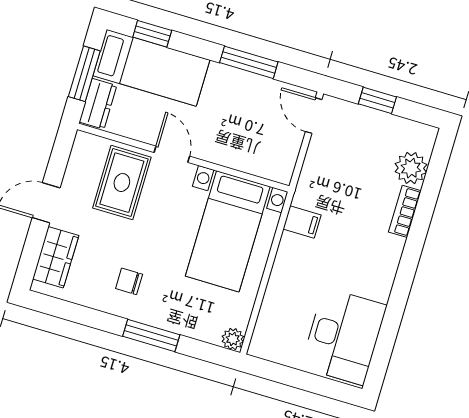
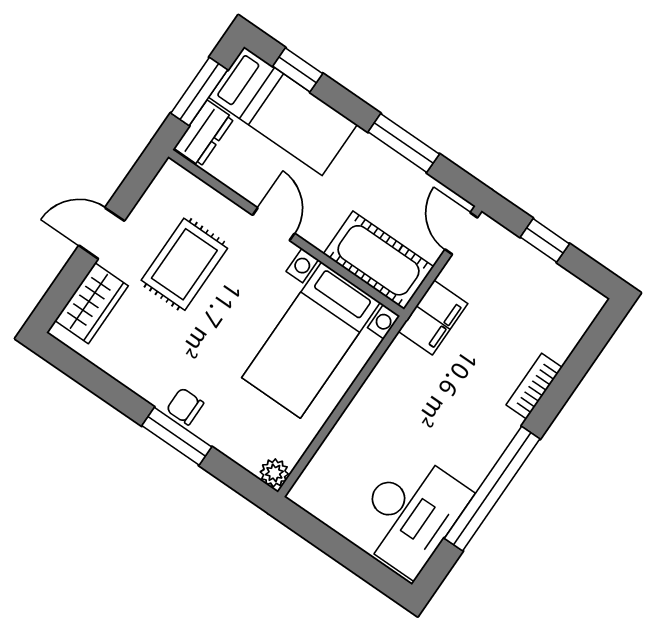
cot: (259, 156) -> (379, 260), added
plant: (411, 168) -> (559, 336), removed
rug: (122, 183) -> (184, 264), moved
filing cabinet: (302, 222) -> (433, 318), moved, width x2.00
chair: (129, 281) -> (185, 406), moved
window: (399, 298) -> (492, 489), added

